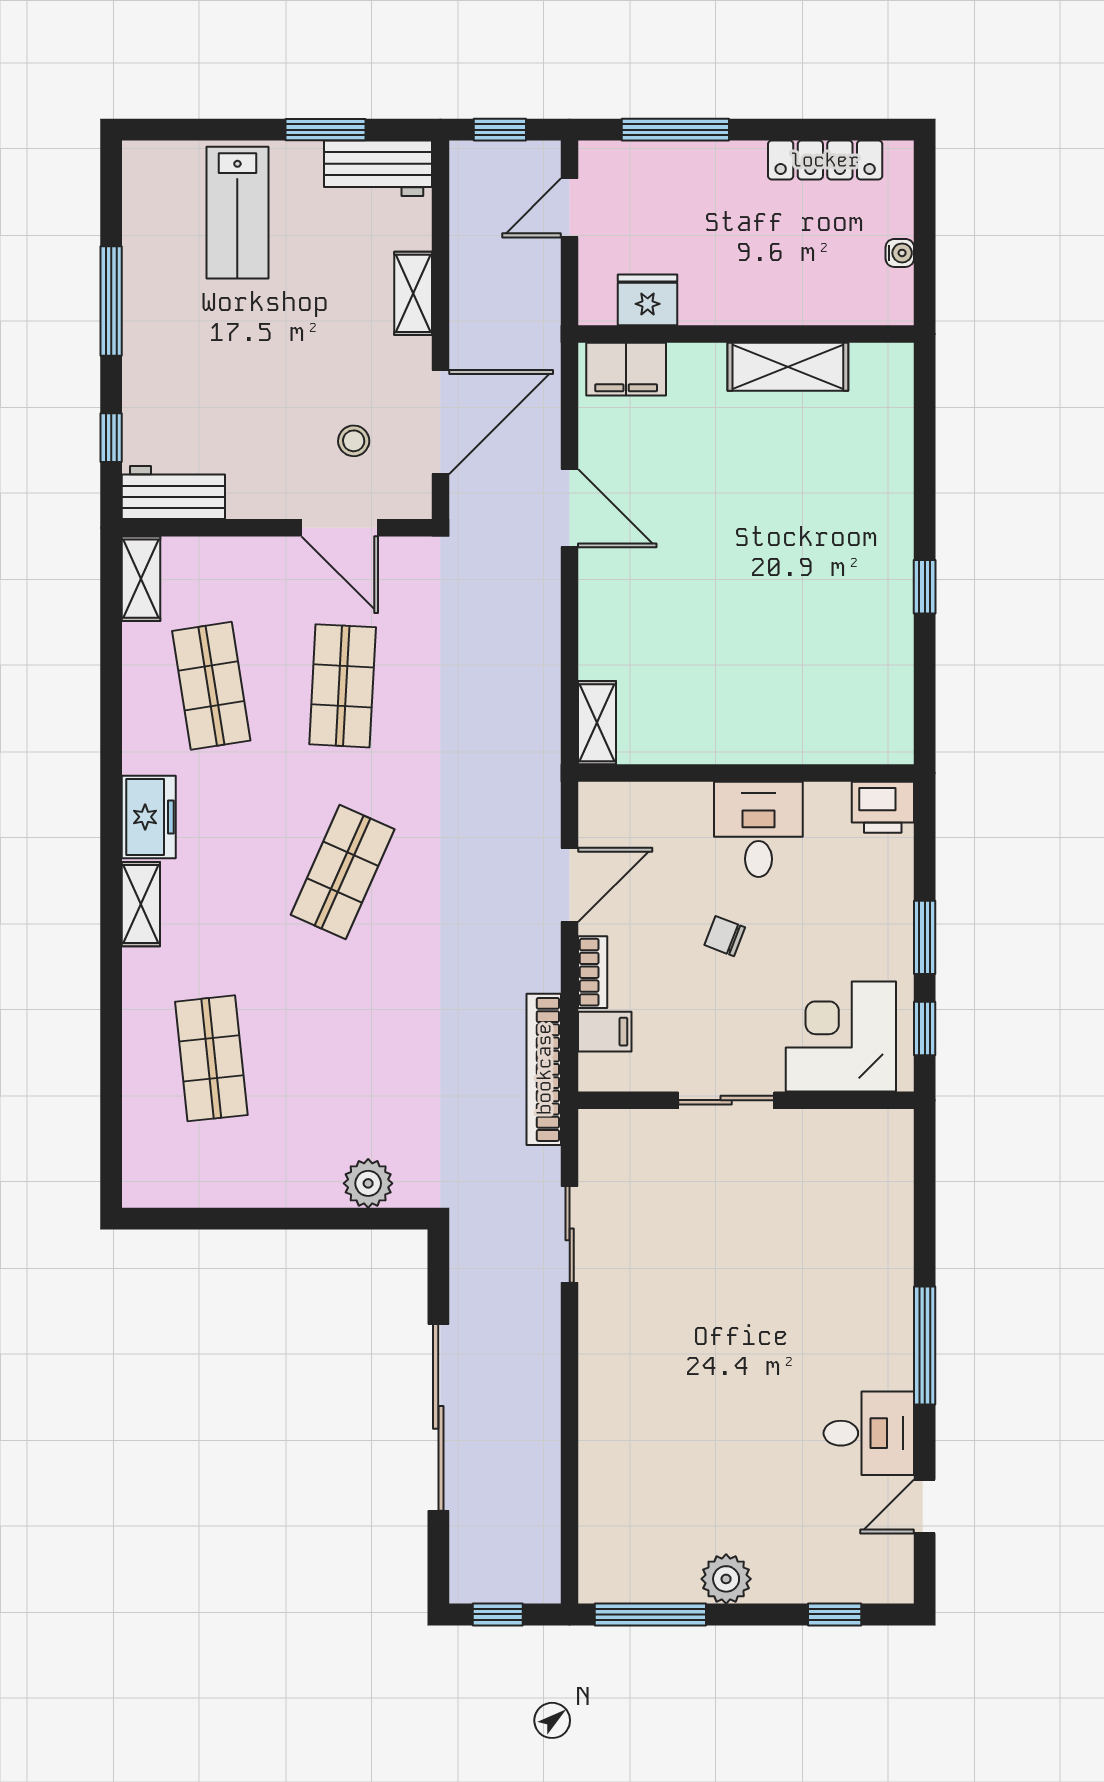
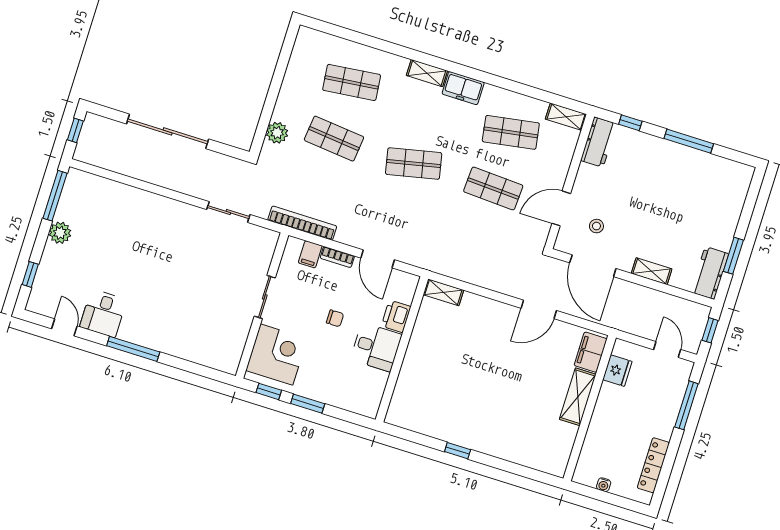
lab bench: (237, 213) -> (710, 207), removed
shelving: (788, 367) -> (578, 397), moved
printer: (883, 807) -> (396, 316), moved
shop shelf: (343, 872) -> (414, 164), turned -36
chair: (725, 936) -> (335, 318), turned 69
shop shelf: (343, 1058) -> (334, 139), added

